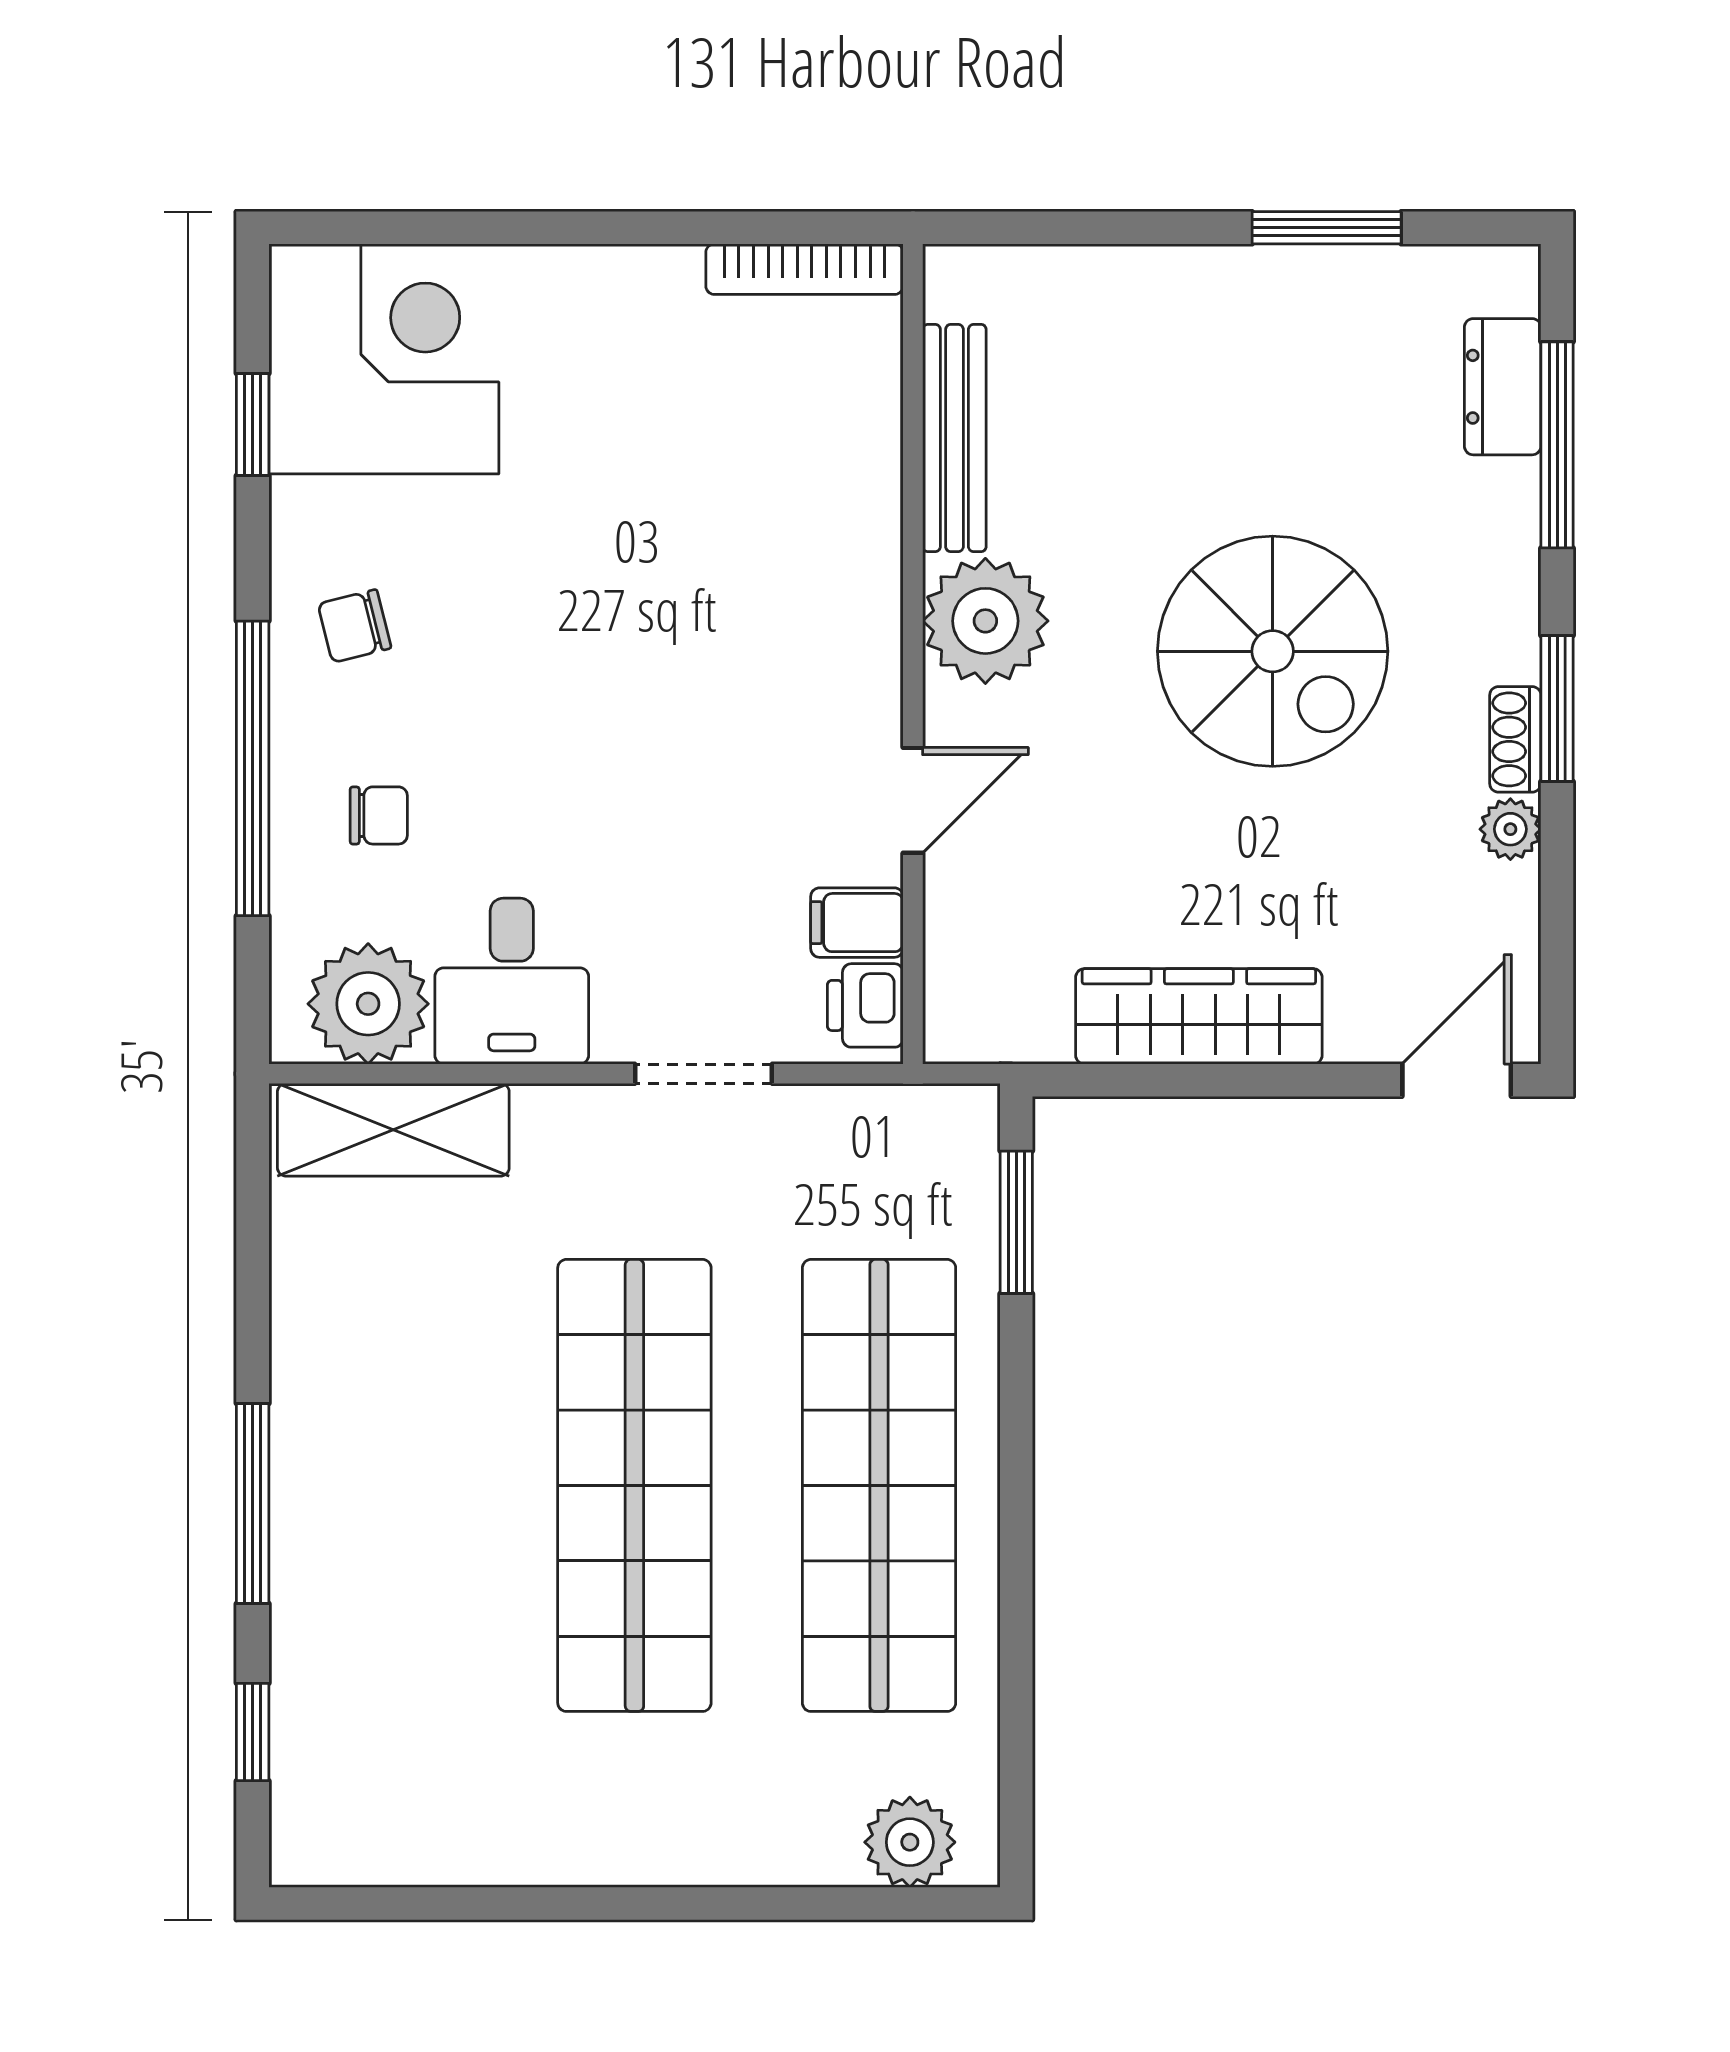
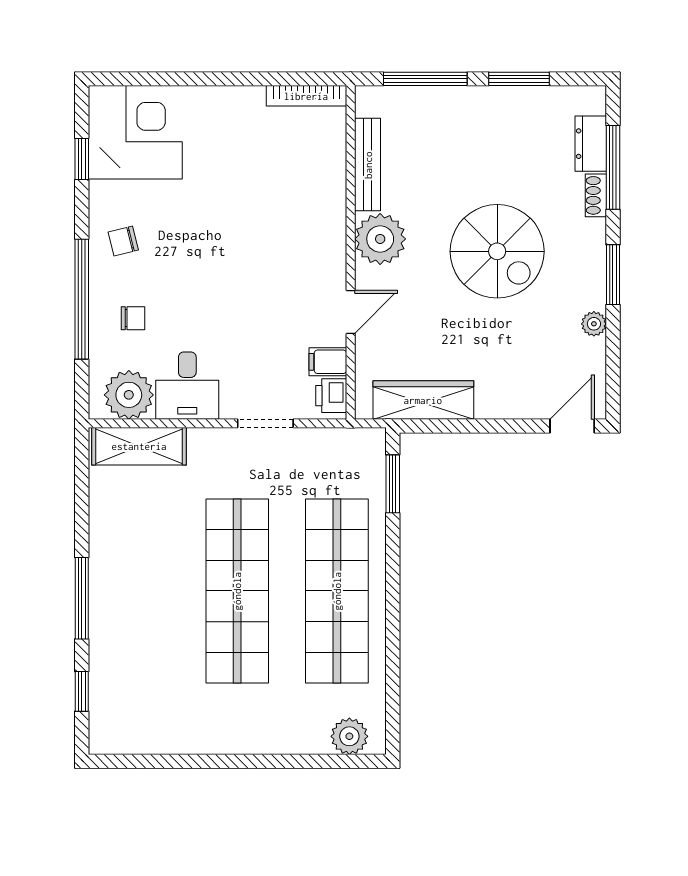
window: (1096, 228) -> (425, 79), added
shoe rack: (1515, 739) -> (596, 195), moved
wardrobe: (1199, 1016) -> (423, 400), moved

